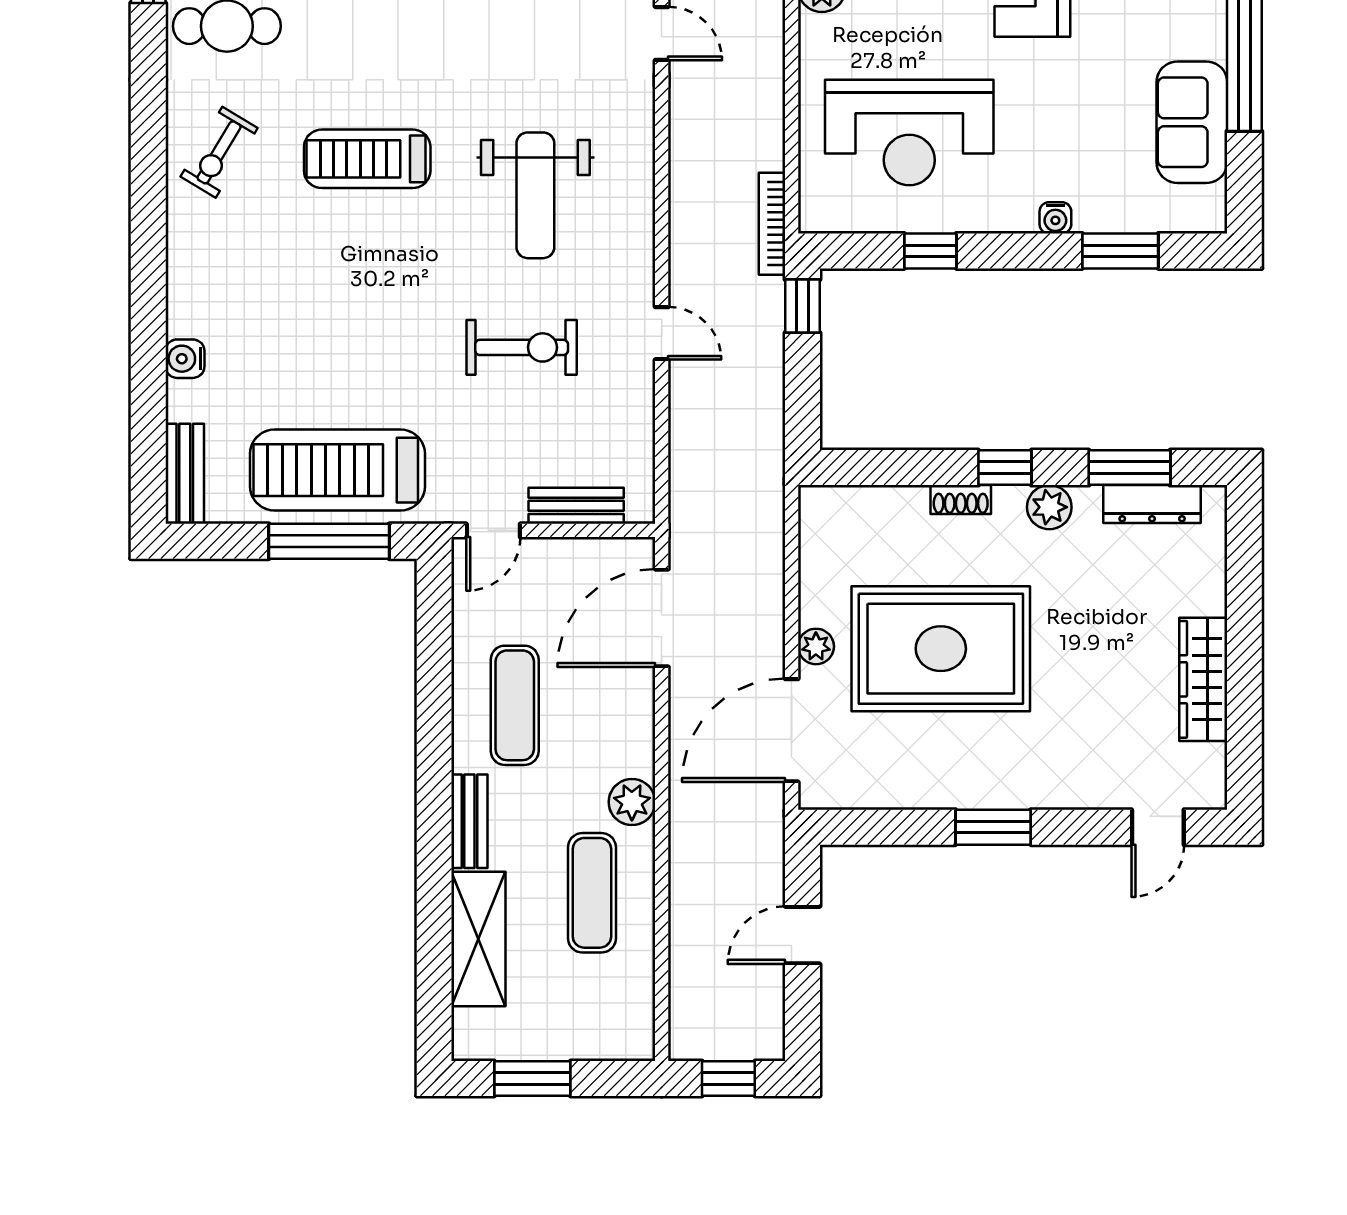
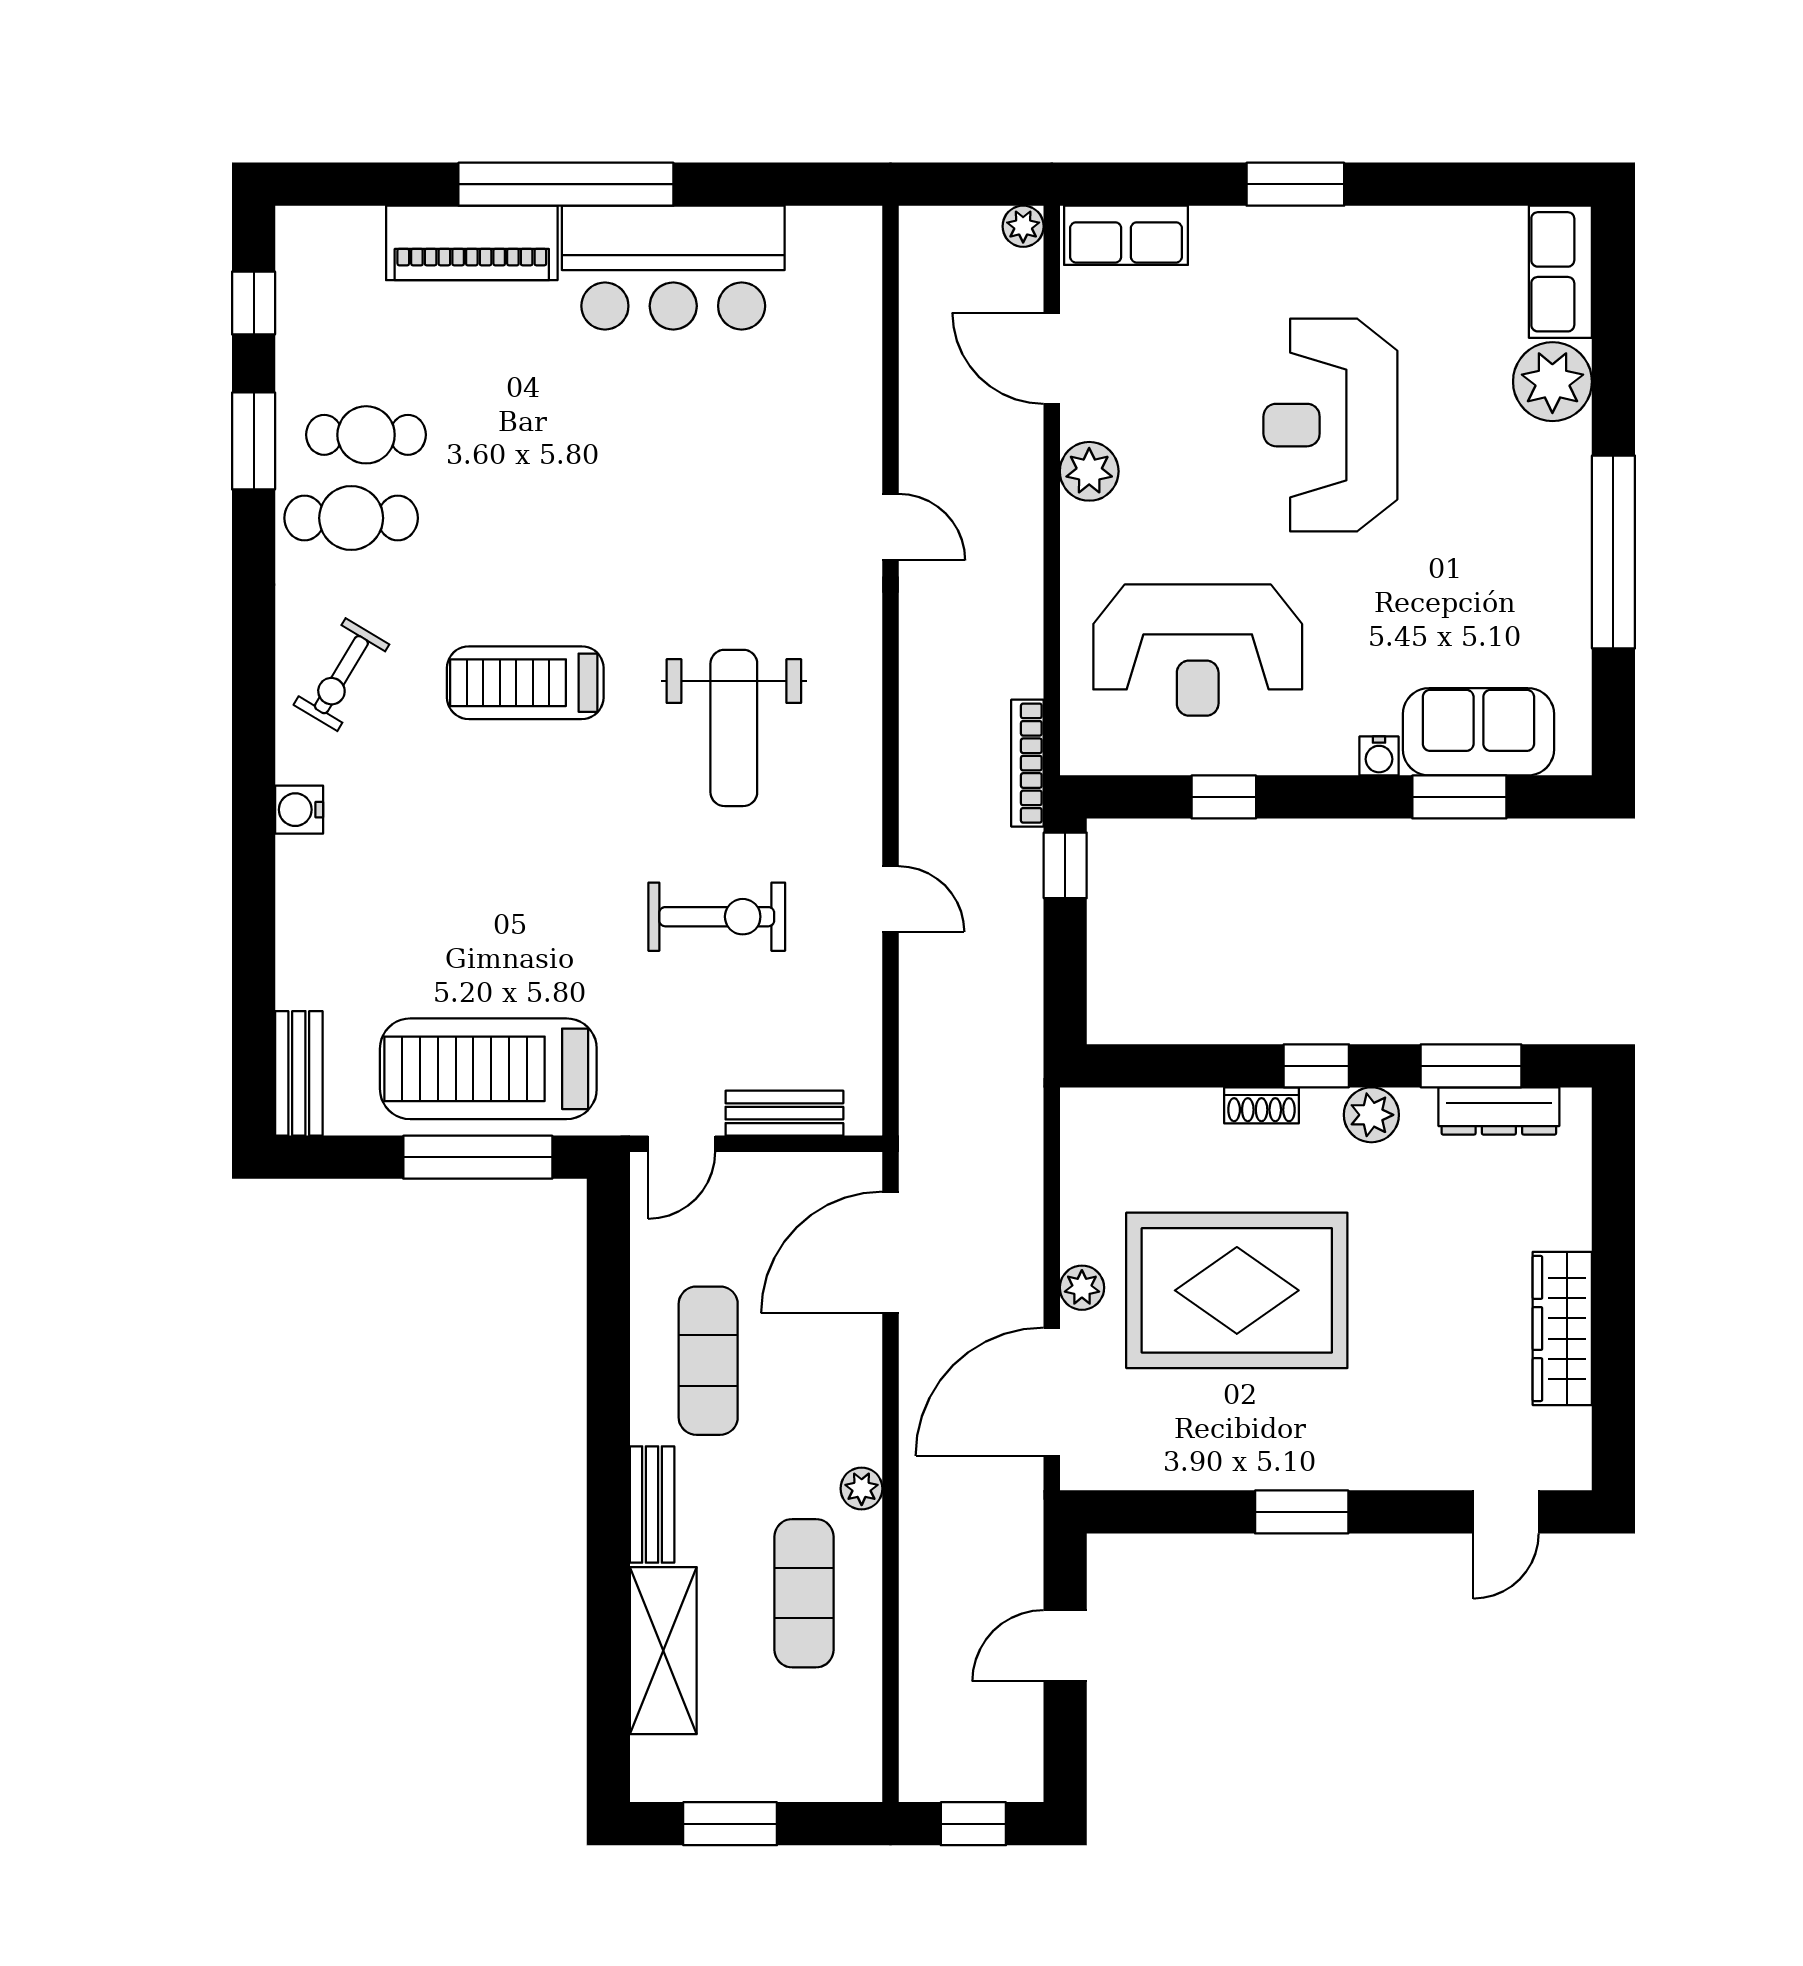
sofa: (1192, 122) -> (1478, 732), moved, turned 90
water cooler: (185, 359) -> (299, 810), moved
plant: (632, 802) -> (862, 1489), width x0.73, depth x0.73

